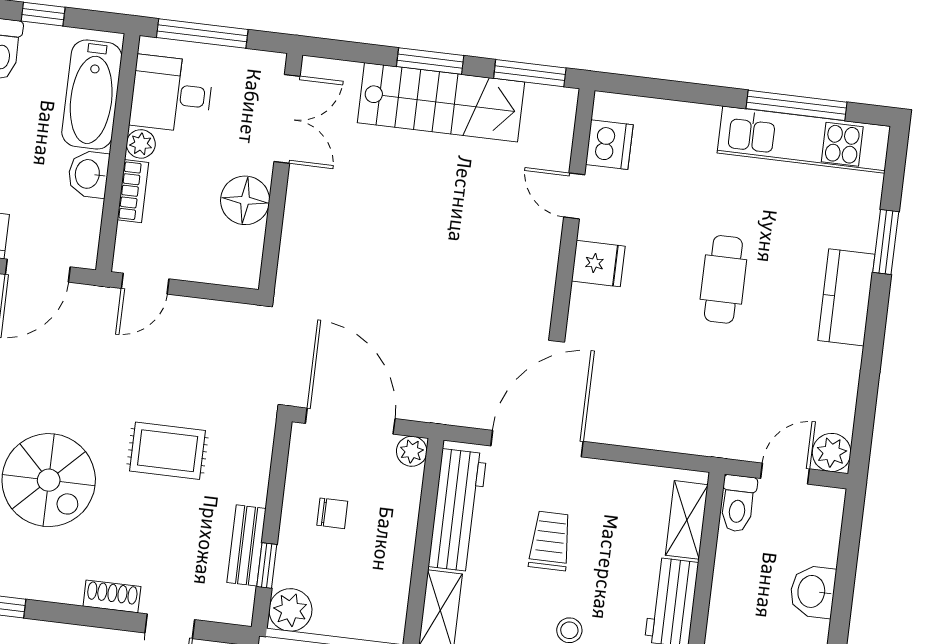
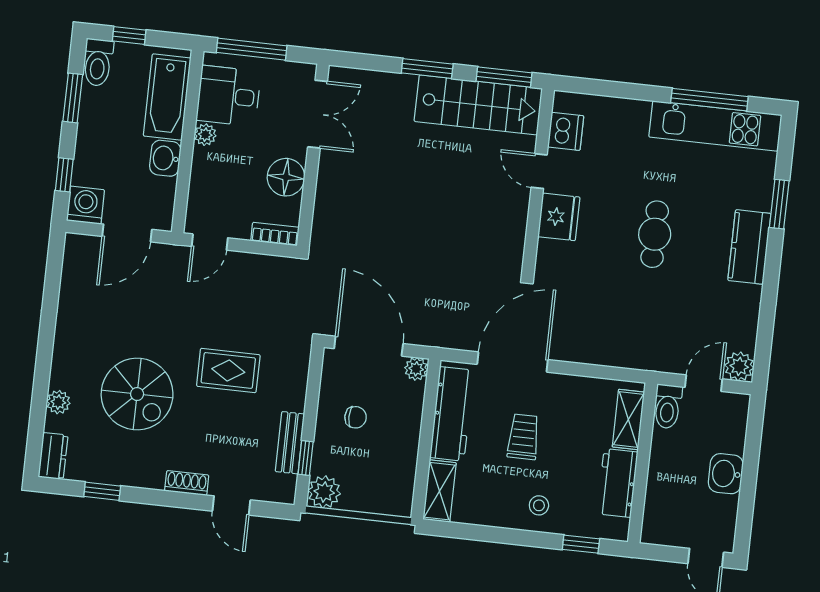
stairs: (441, 102) -> (478, 105), moved
bookcase: (133, 191) -> (275, 234), moved, turned -90
fridge: (598, 264) -> (559, 217), width x1.38

